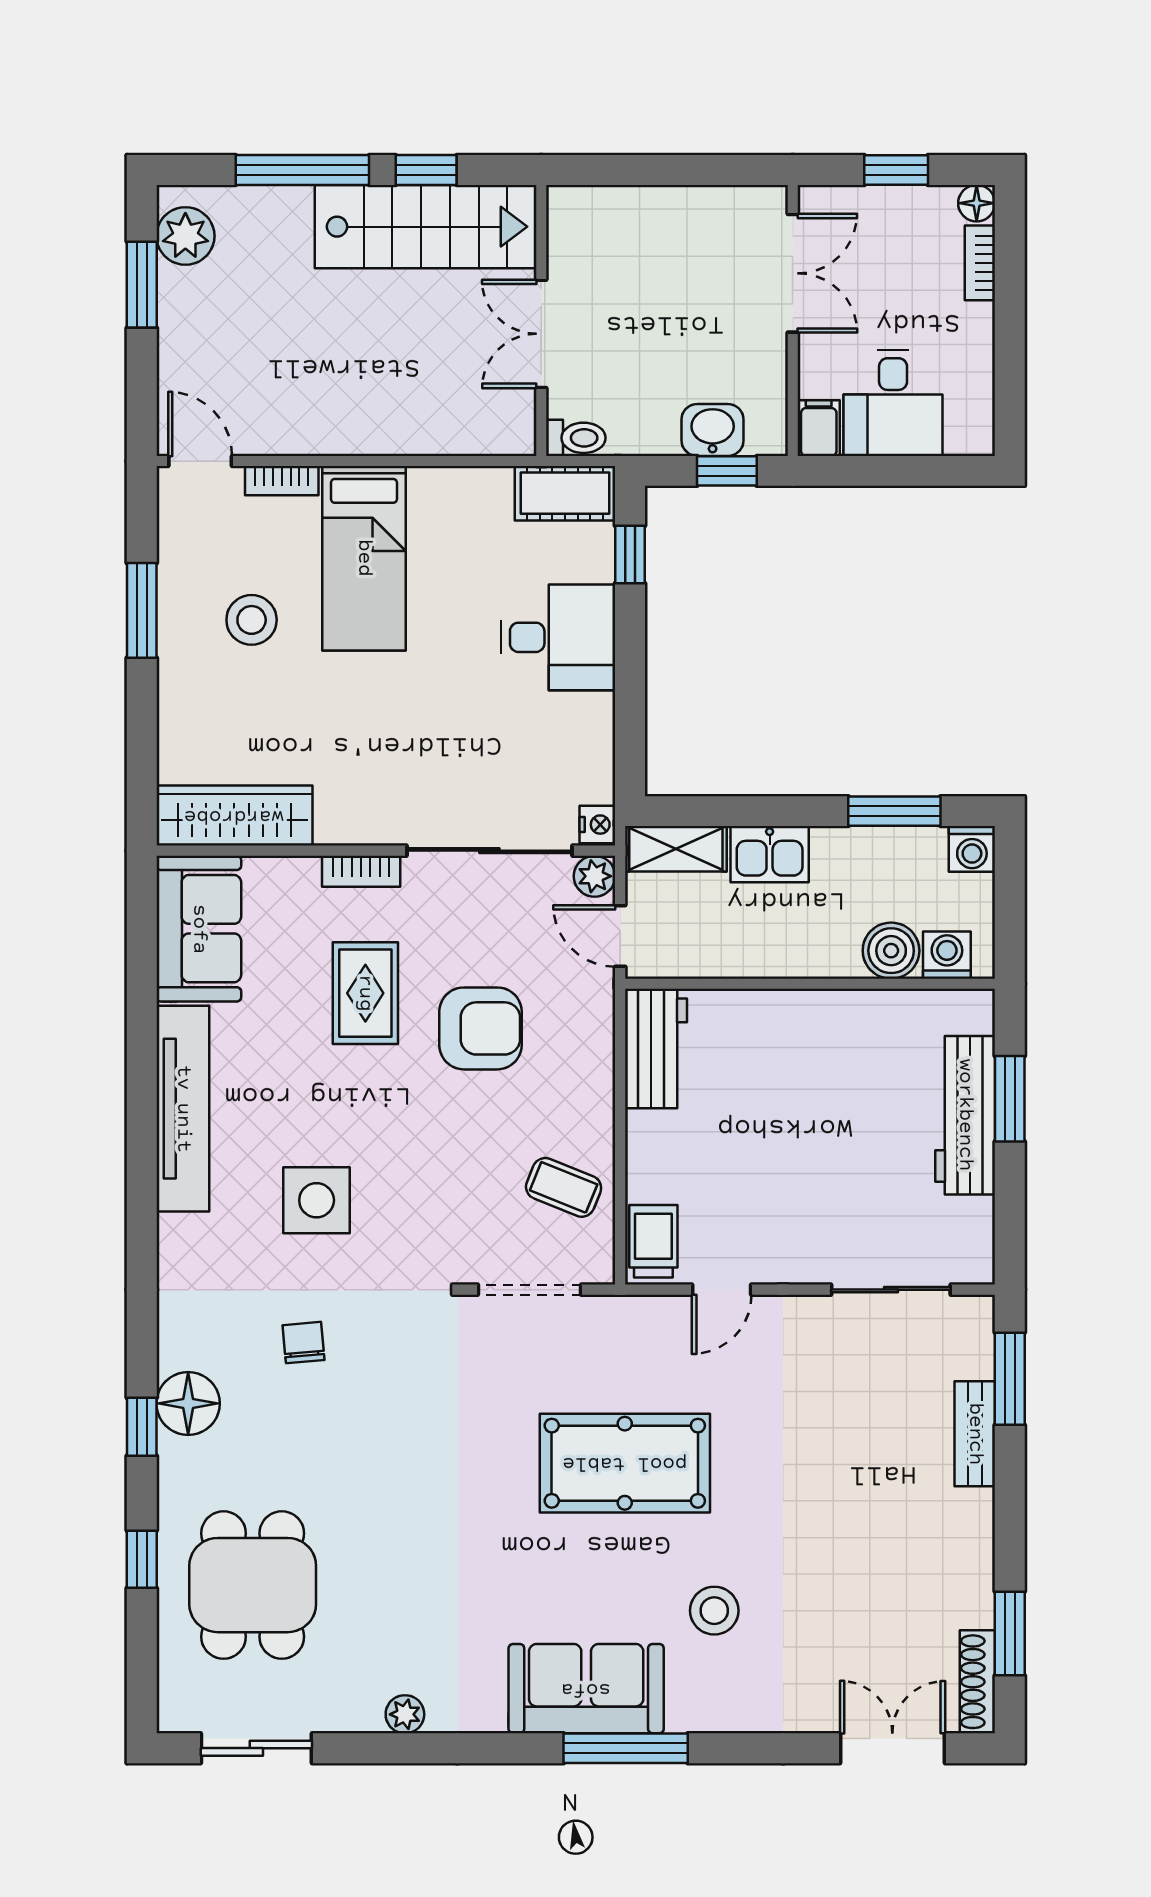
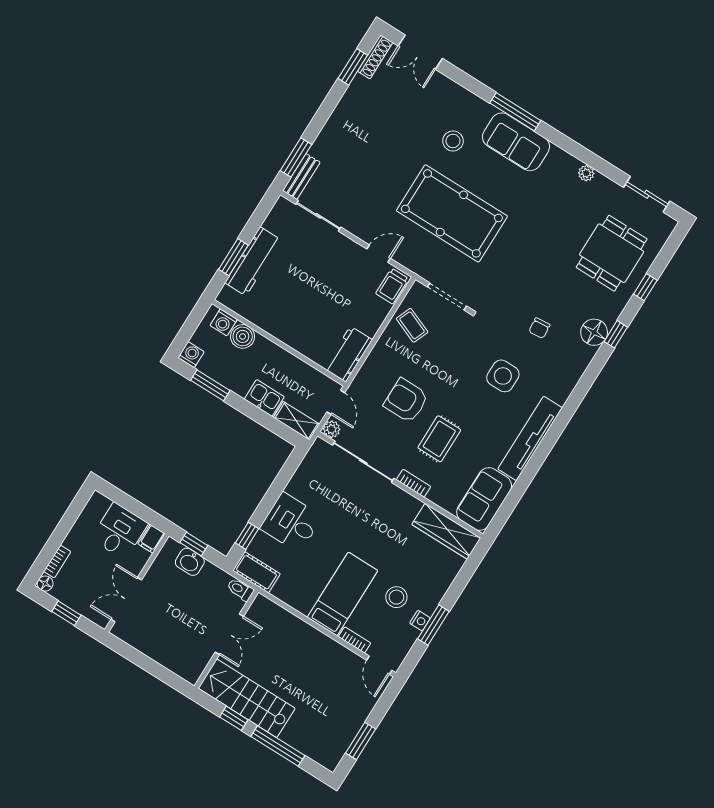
plant: (185, 236) -> (334, 749), removed
nightstand: (597, 825) -> (420, 621), moved, turned 180
bench: (975, 1434) -> (301, 177), moved
pool table: (625, 1463) -> (452, 213), width x1.36, depth x1.32

